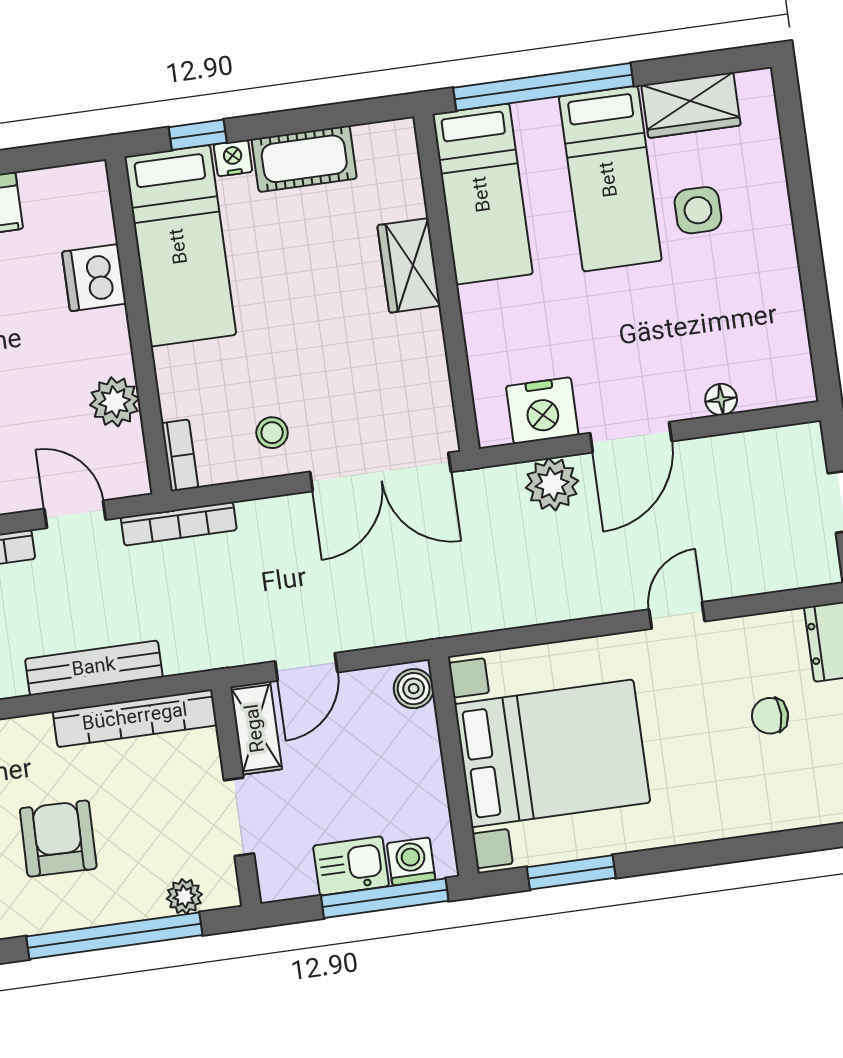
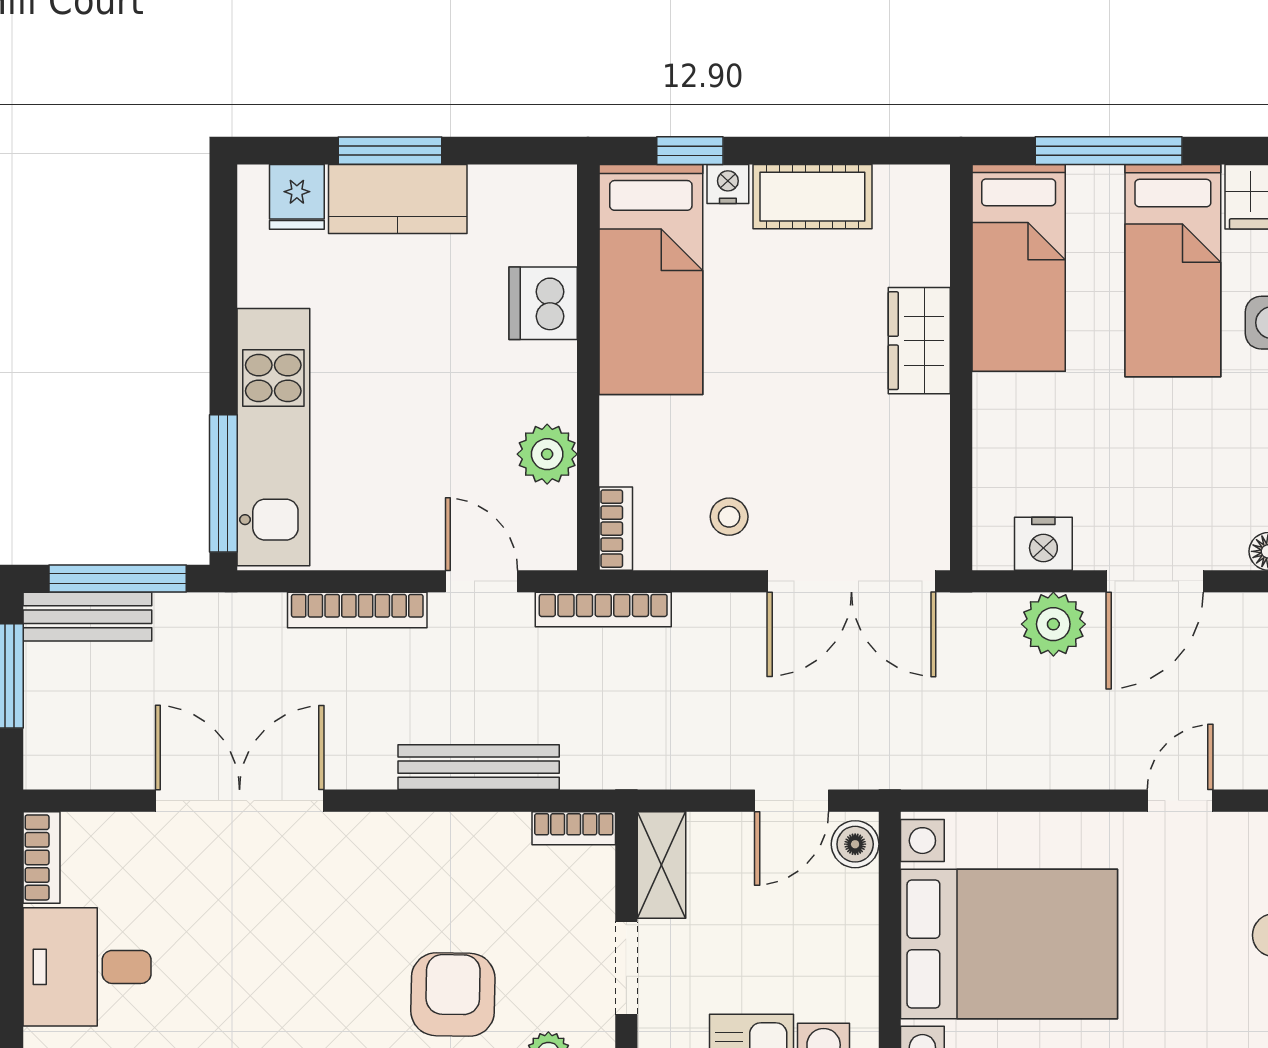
window: (543, 87) -> (1109, 151), width x0.68
nightstand: (542, 411) -> (1043, 544), width x0.74, depth x0.75
door: (306, 667) -> (792, 801), moved
bookcase: (135, 718) -> (574, 828), width x0.43, depth x0.76
armchair: (58, 839) -> (453, 995), moved

